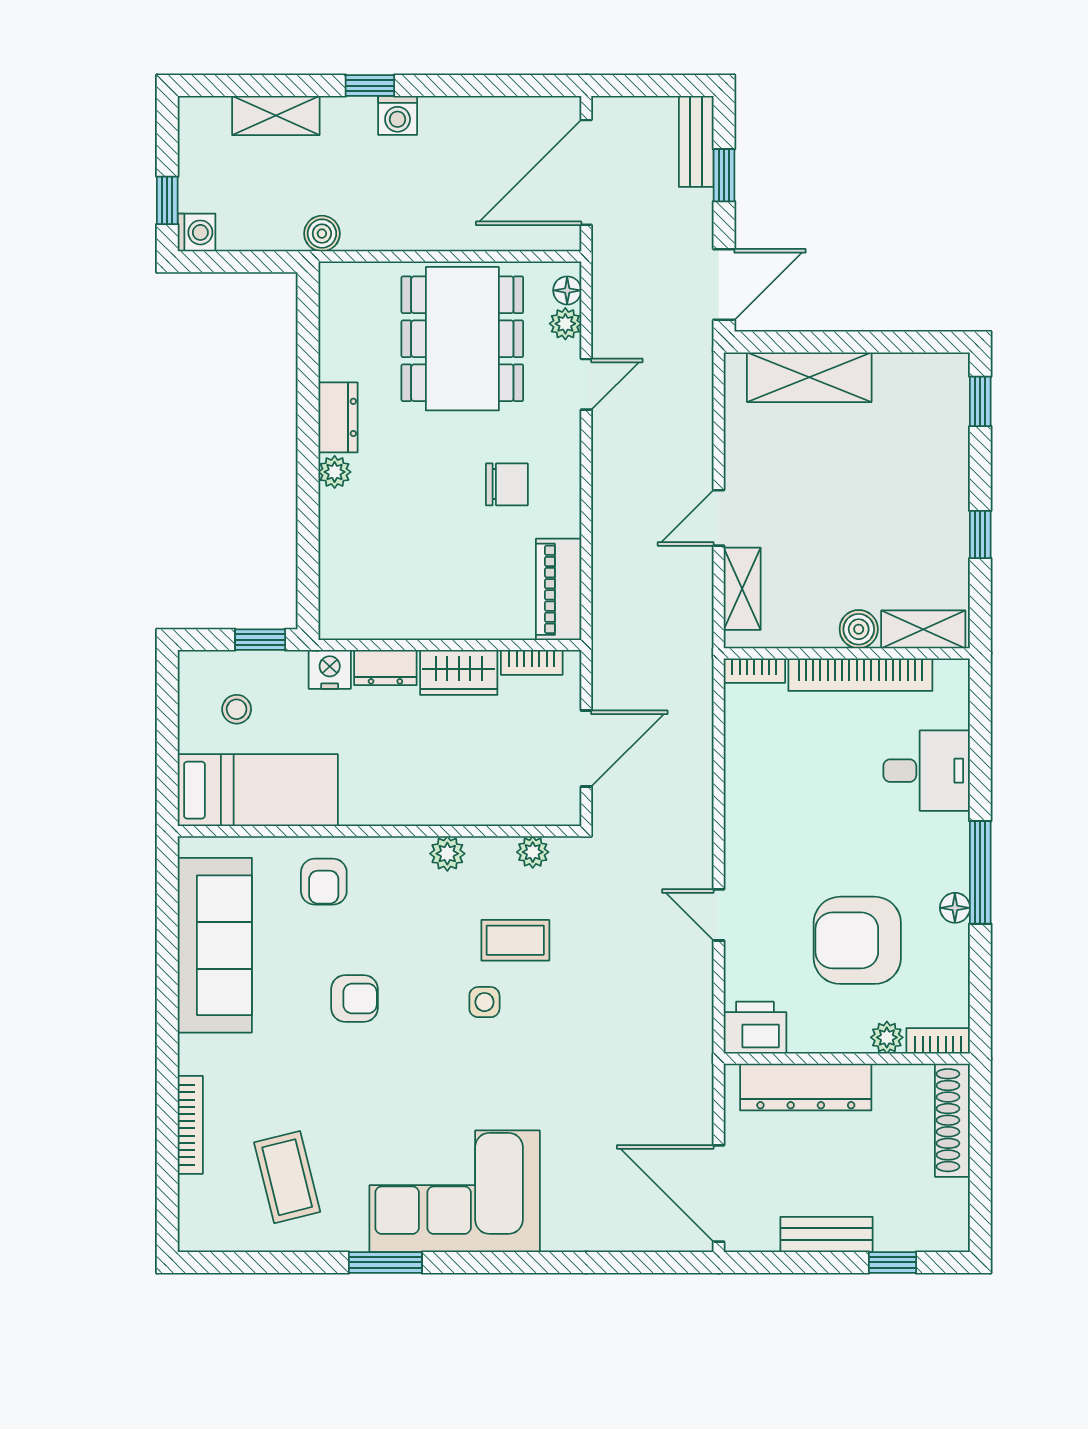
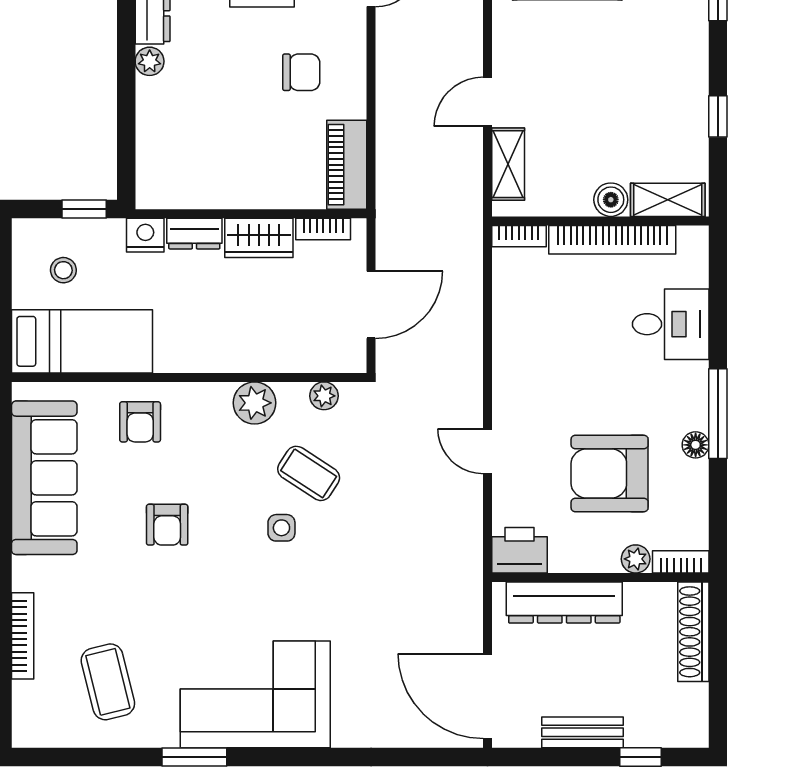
plant: (447, 854) -> (255, 403), width x1.38, depth x1.38
coffee table: (515, 940) -> (309, 473), turned 33
armchair: (354, 999) -> (167, 525), turned 90

